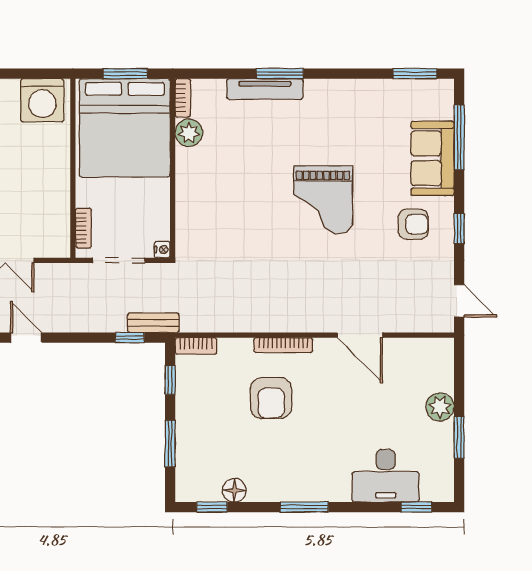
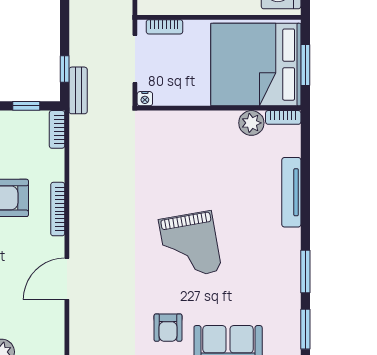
window: (280, 74) -> (305, 272), moved
grand piano: (323, 200) -> (190, 245), turned -100

